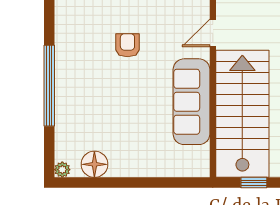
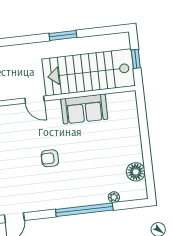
sofa: (191, 102) -> (84, 109), width x0.73
plant: (62, 170) -> (114, 197), moved

